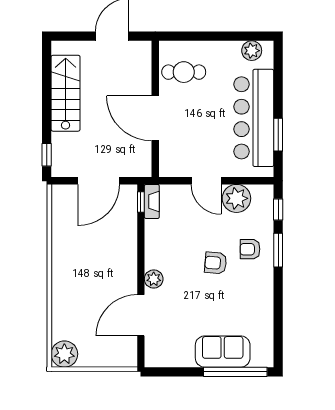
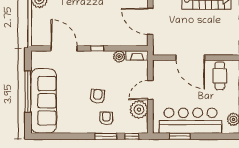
door: (155, 118) -> (190, 58), swing flipped
window: (141, 202) -> (97, 48), moved
plant: (154, 279) -> (119, 57), moved
sofa: (223, 352) -> (44, 101), width x1.85, depth x1.27
window: (235, 372) -> (28, 92), moved

